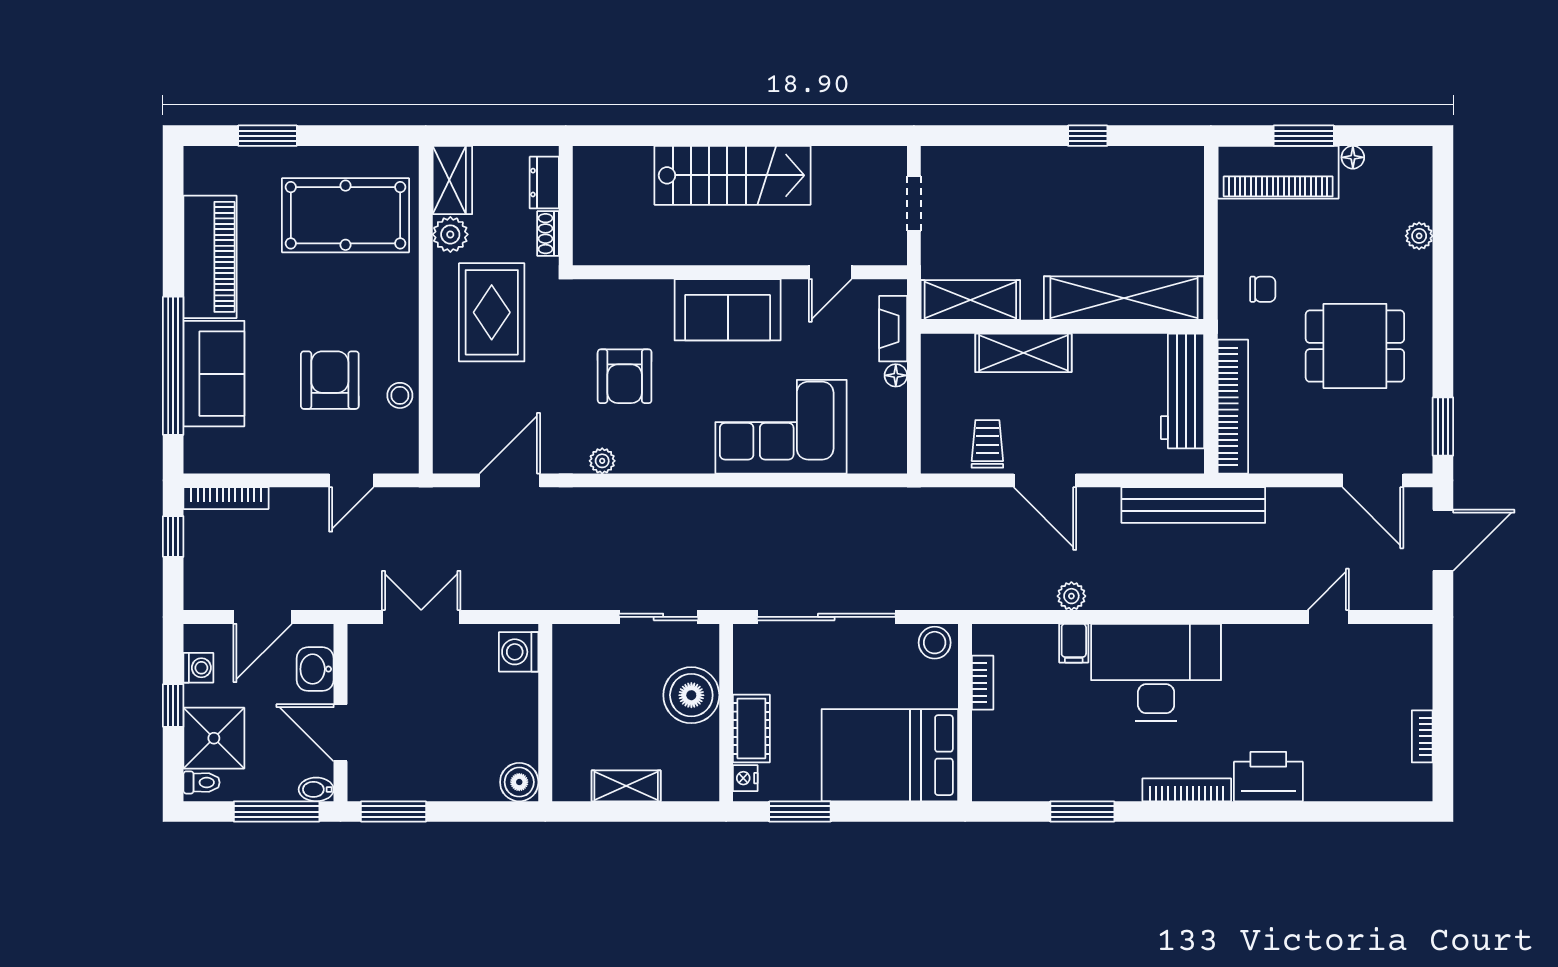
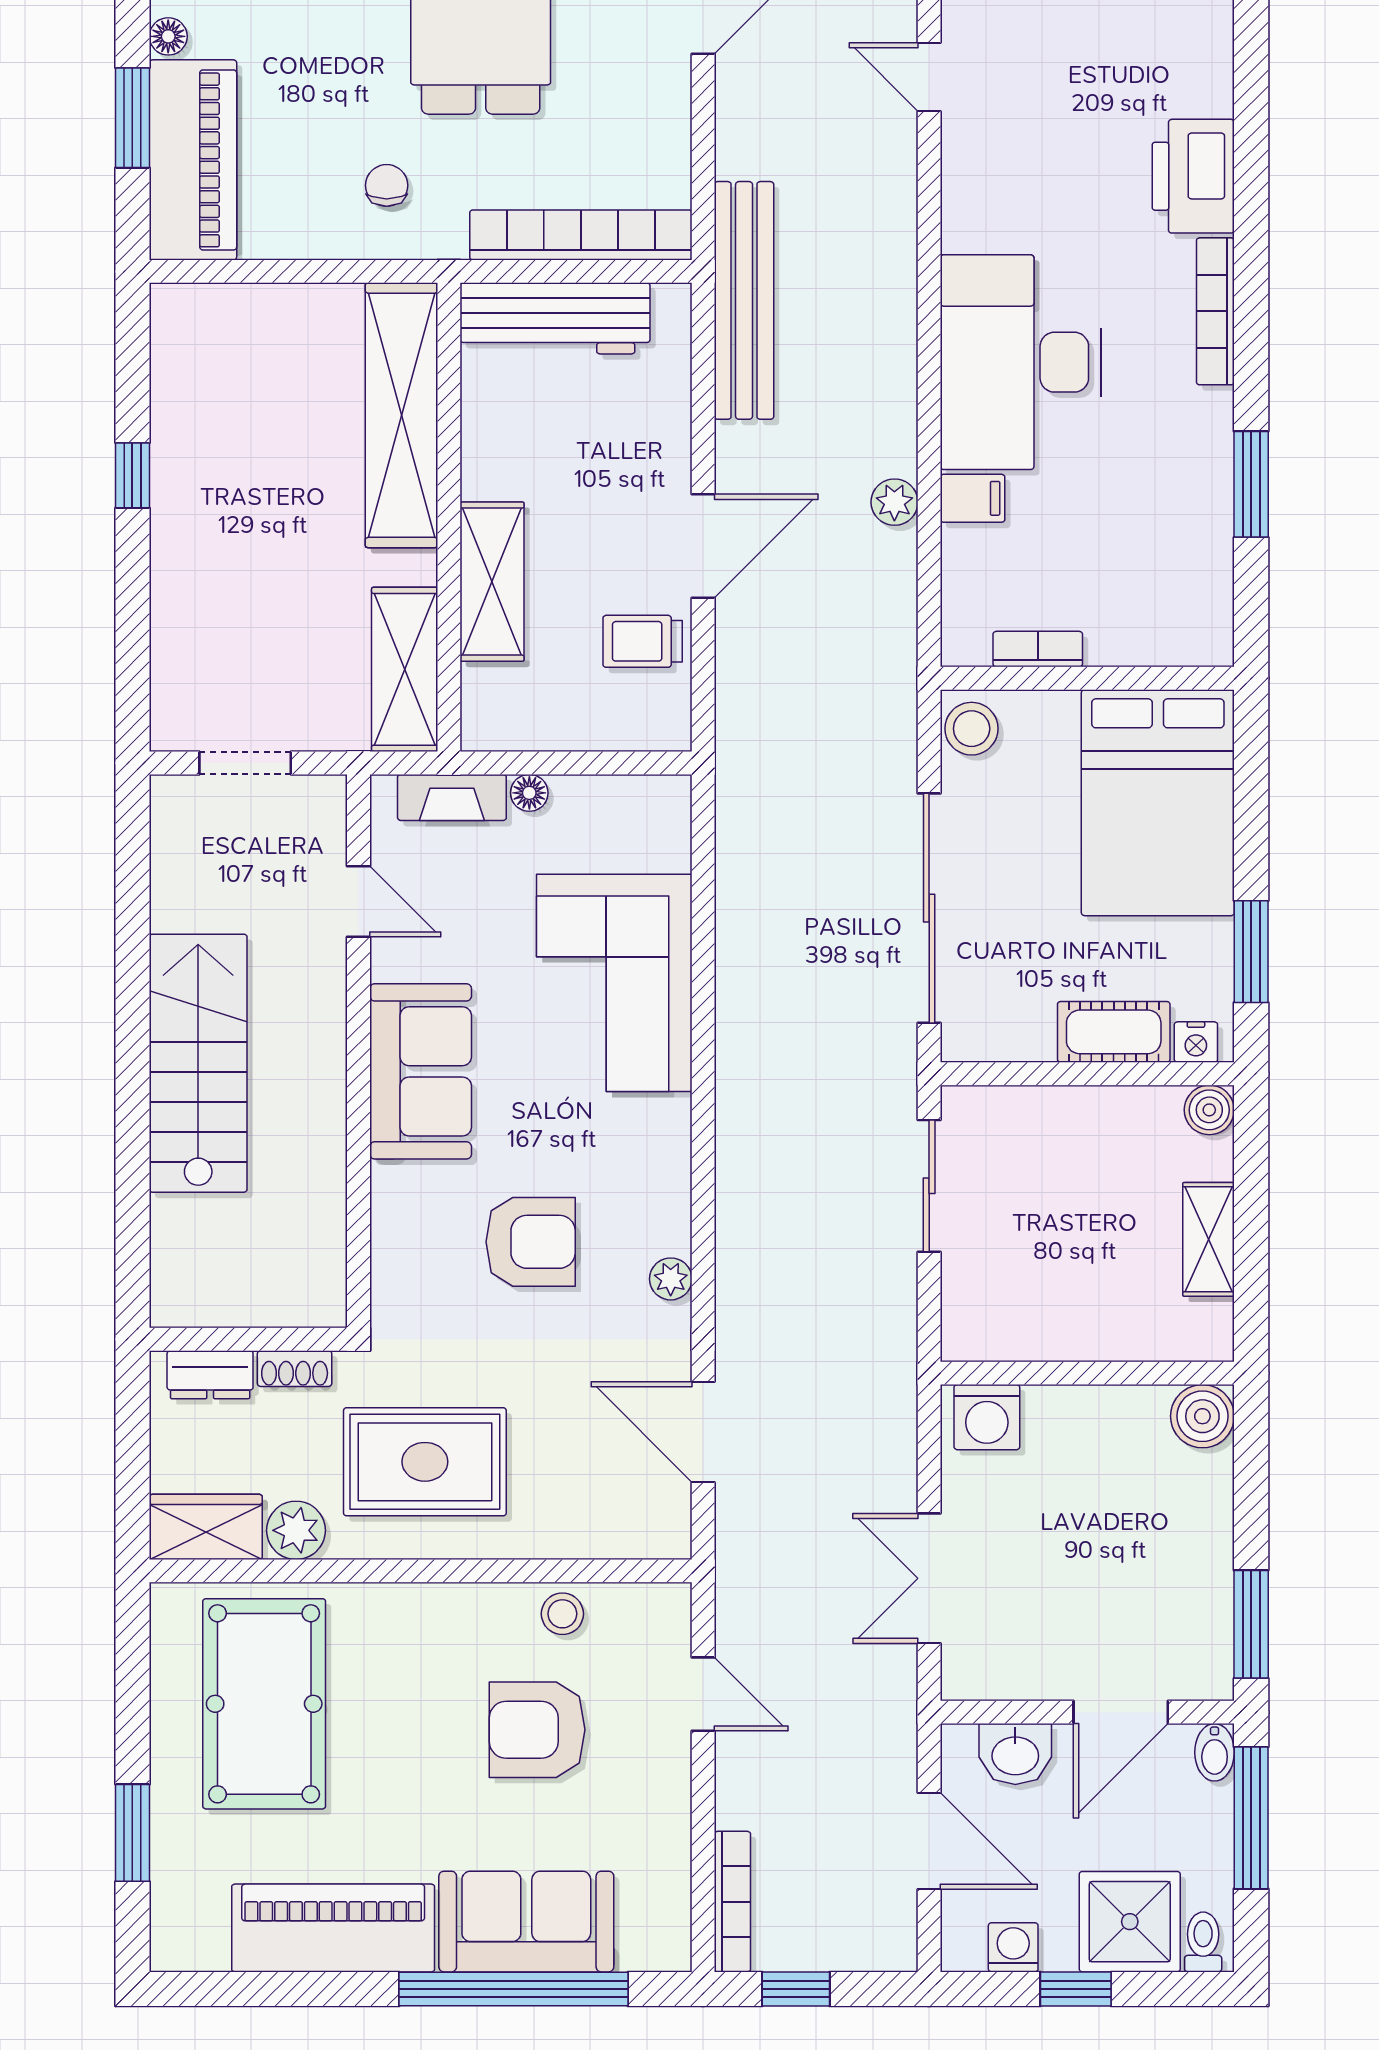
boiler: (691, 695) -> (1209, 1110), moved, width x0.54, depth x0.54

